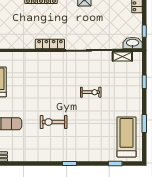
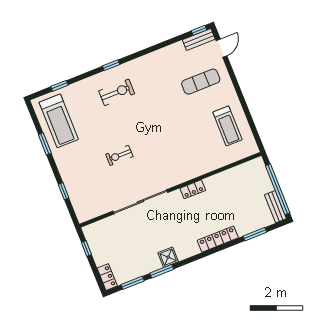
washbasin: (133, 43) -> (94, 230), removed
locker: (50, 44) -> (193, 189), width x0.66
shelving: (122, 57) -> (100, 210), removed
exercise bike: (54, 122) -> (117, 92), moved

